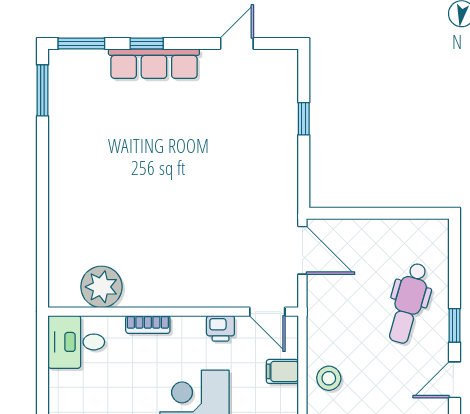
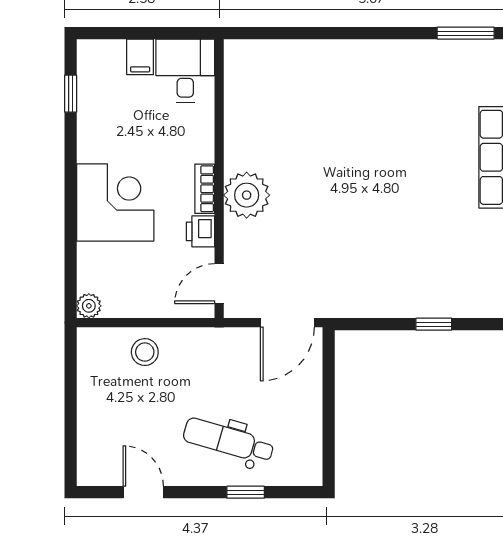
plant: (101, 287) -> (247, 195), moved
bookcase: (148, 324) -> (205, 189), moved
window: (455, 325) -> (246, 492), moved
filing cabinet: (282, 371) -> (140, 57), moved, turned 180

